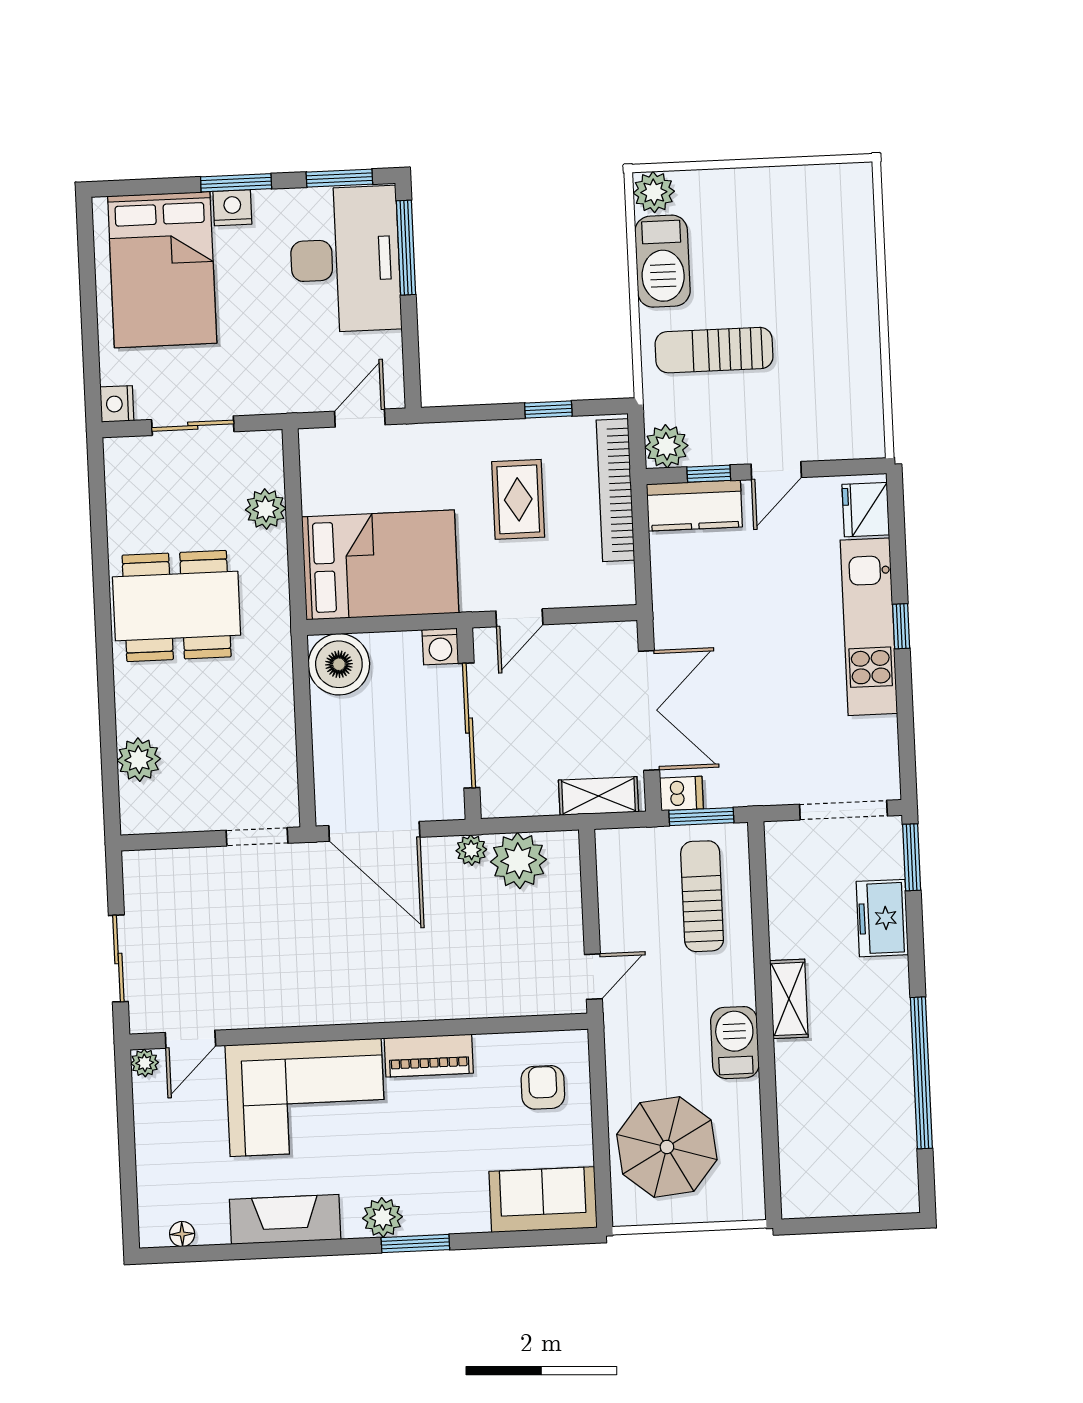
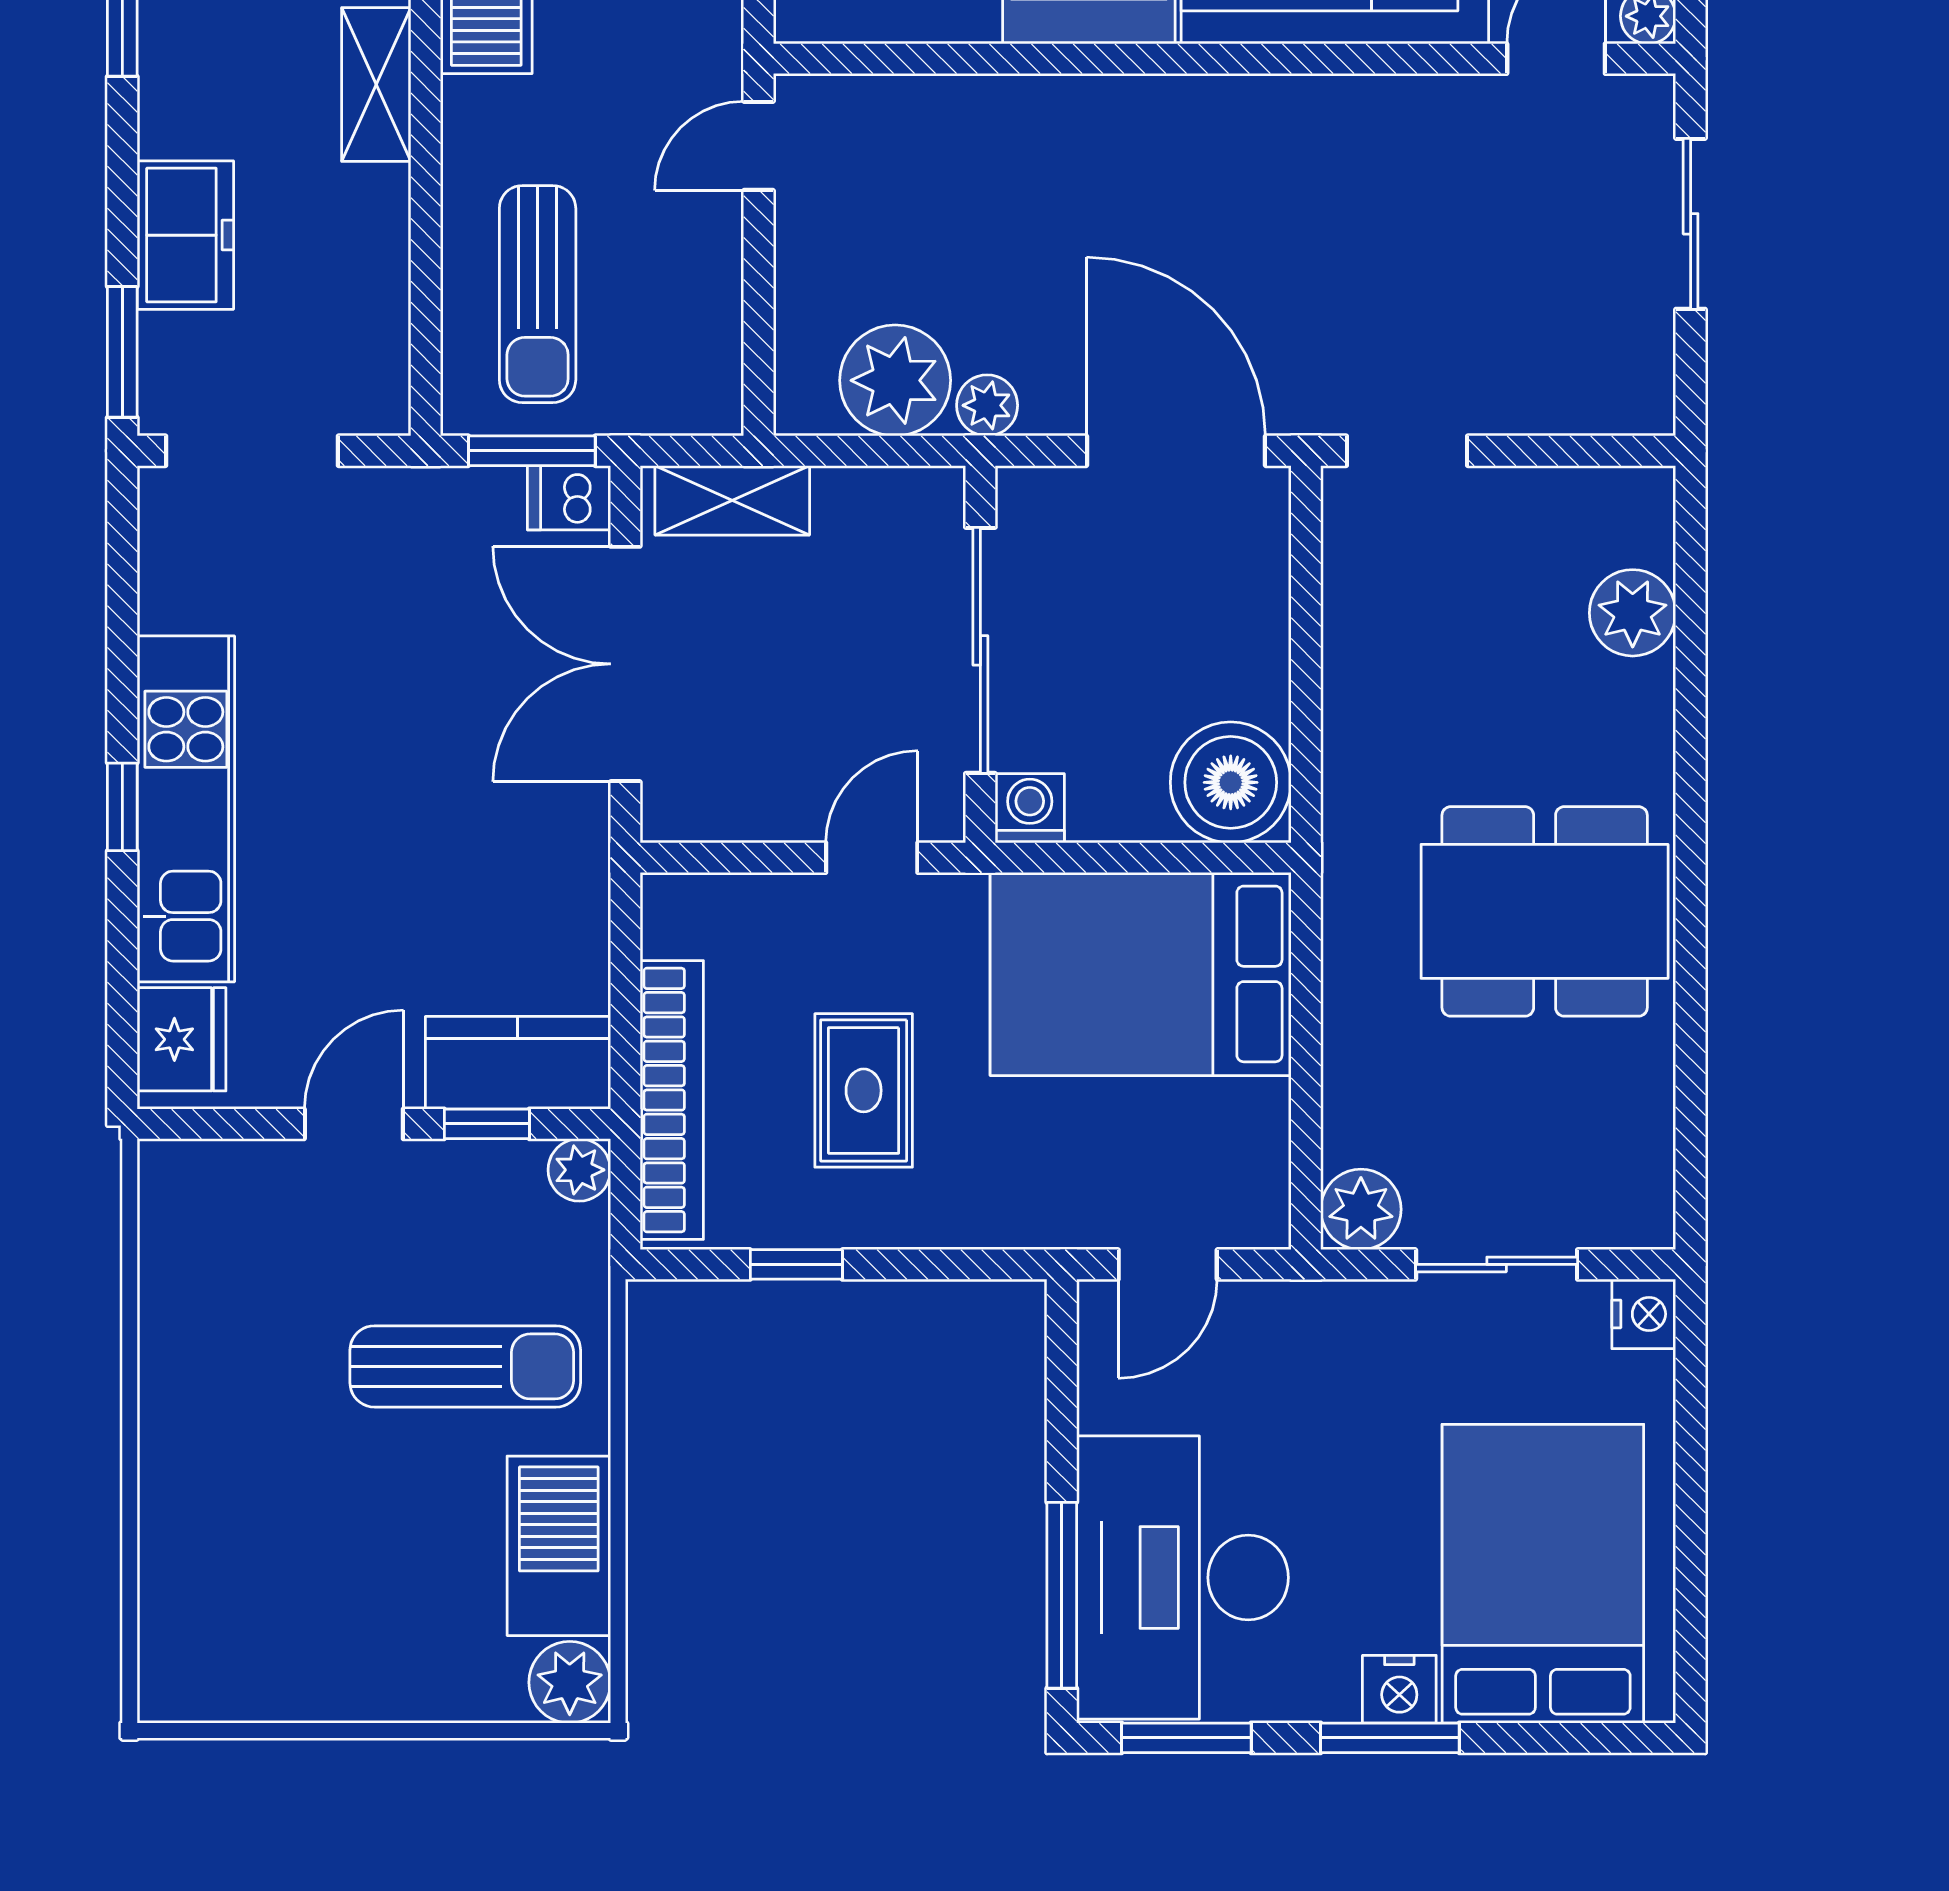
plant: (666, 446) -> (579, 1170), width x0.73, depth x0.73
plant: (266, 509) -> (1361, 1209), moved

